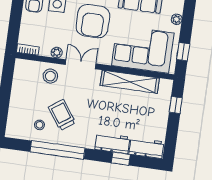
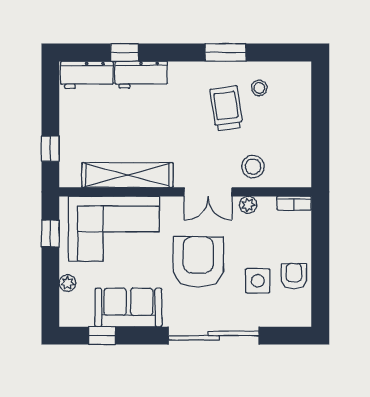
trolley: (62, 115) -> (226, 108), turned -153
window: (58, 150) -> (226, 52), width x0.47

